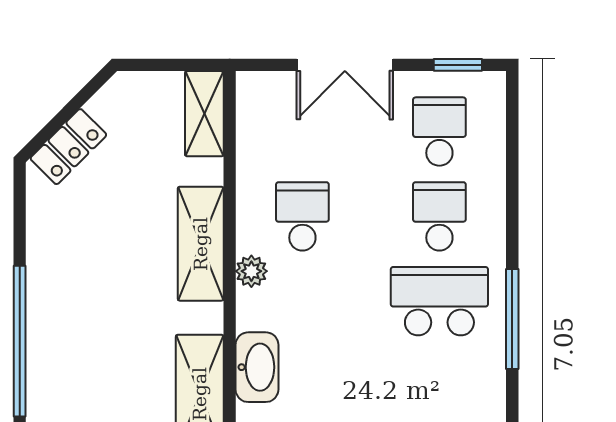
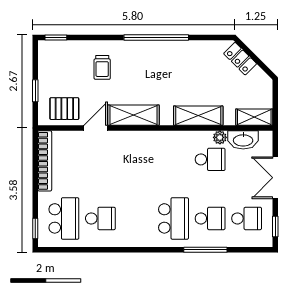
plant: (251, 271) -> (220, 137), moved
window: (512, 319) -> (205, 250), moved
washbasin: (257, 367) -> (243, 140), moved

